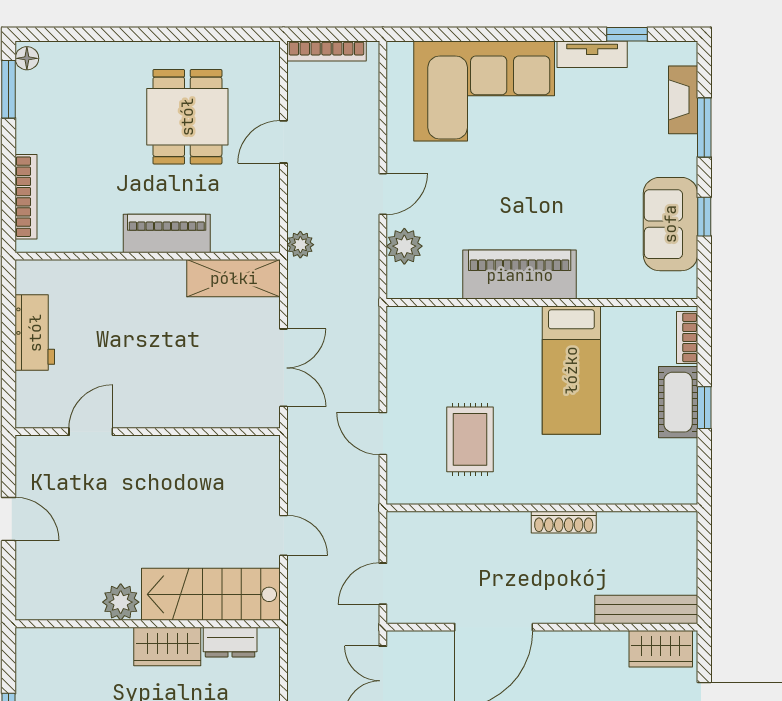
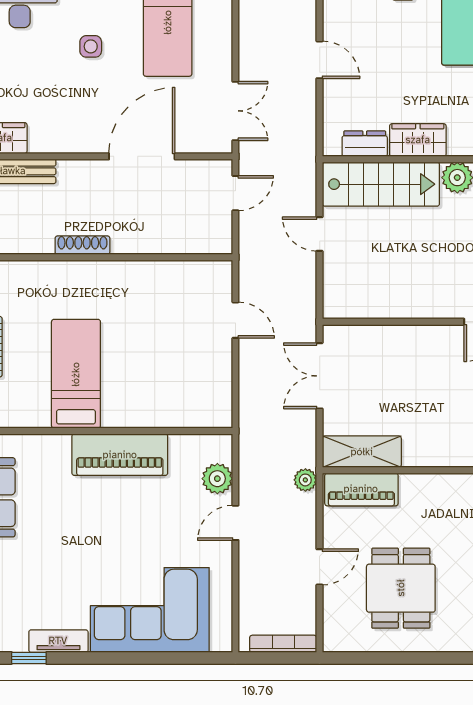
piano: (167, 233) -> (361, 489), moved
rug: (470, 439) -> (162, 315), removed

